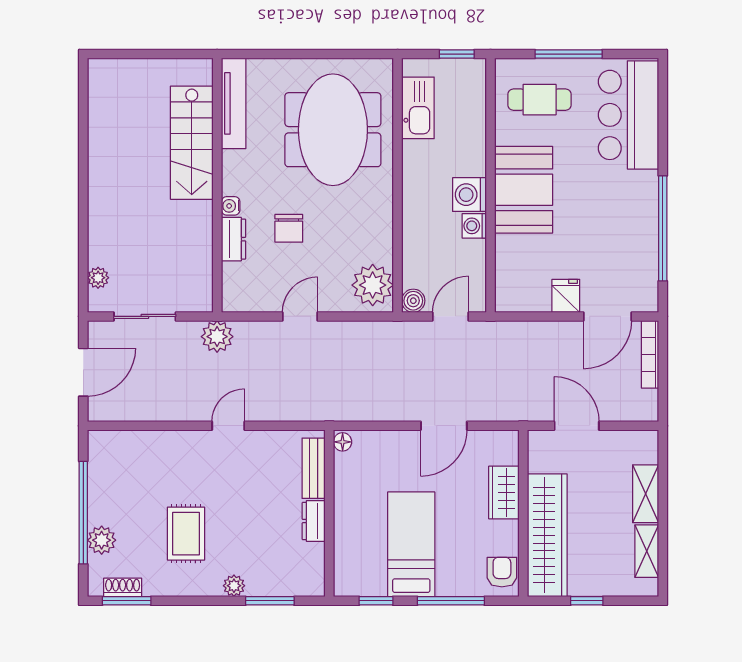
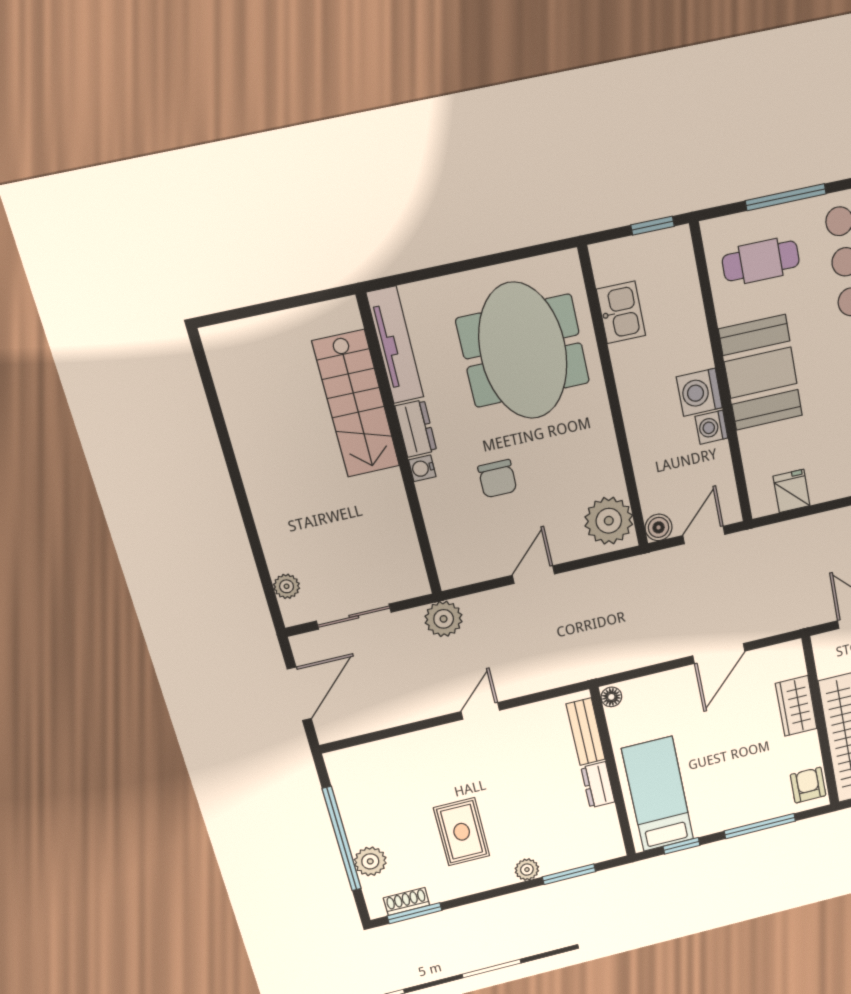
kitchen sink: (418, 108) -> (621, 312), width x0.73
dresser: (234, 239) -> (416, 429), moved
fridge: (566, 296) -> (792, 491), moved
bed: (411, 544) -> (658, 794), moved

